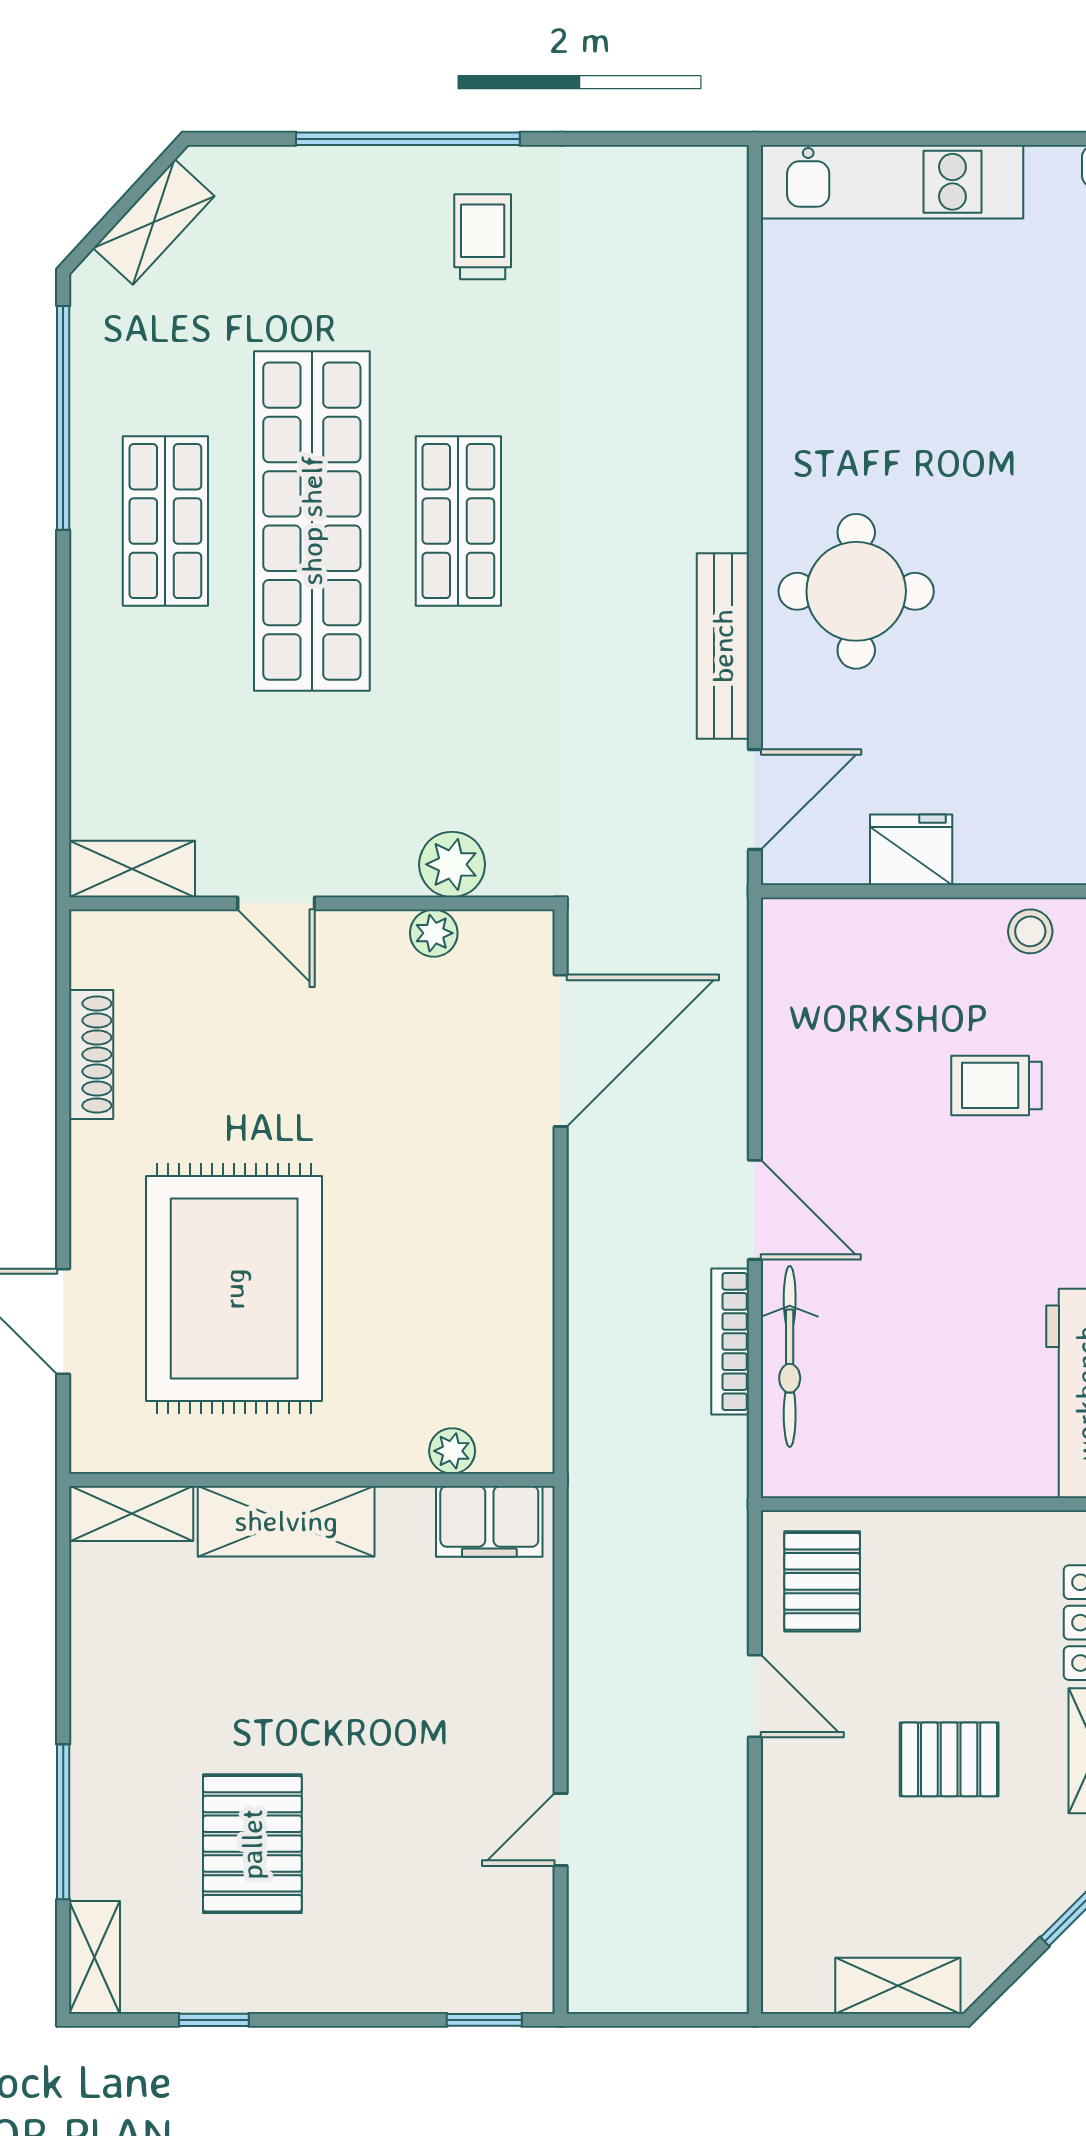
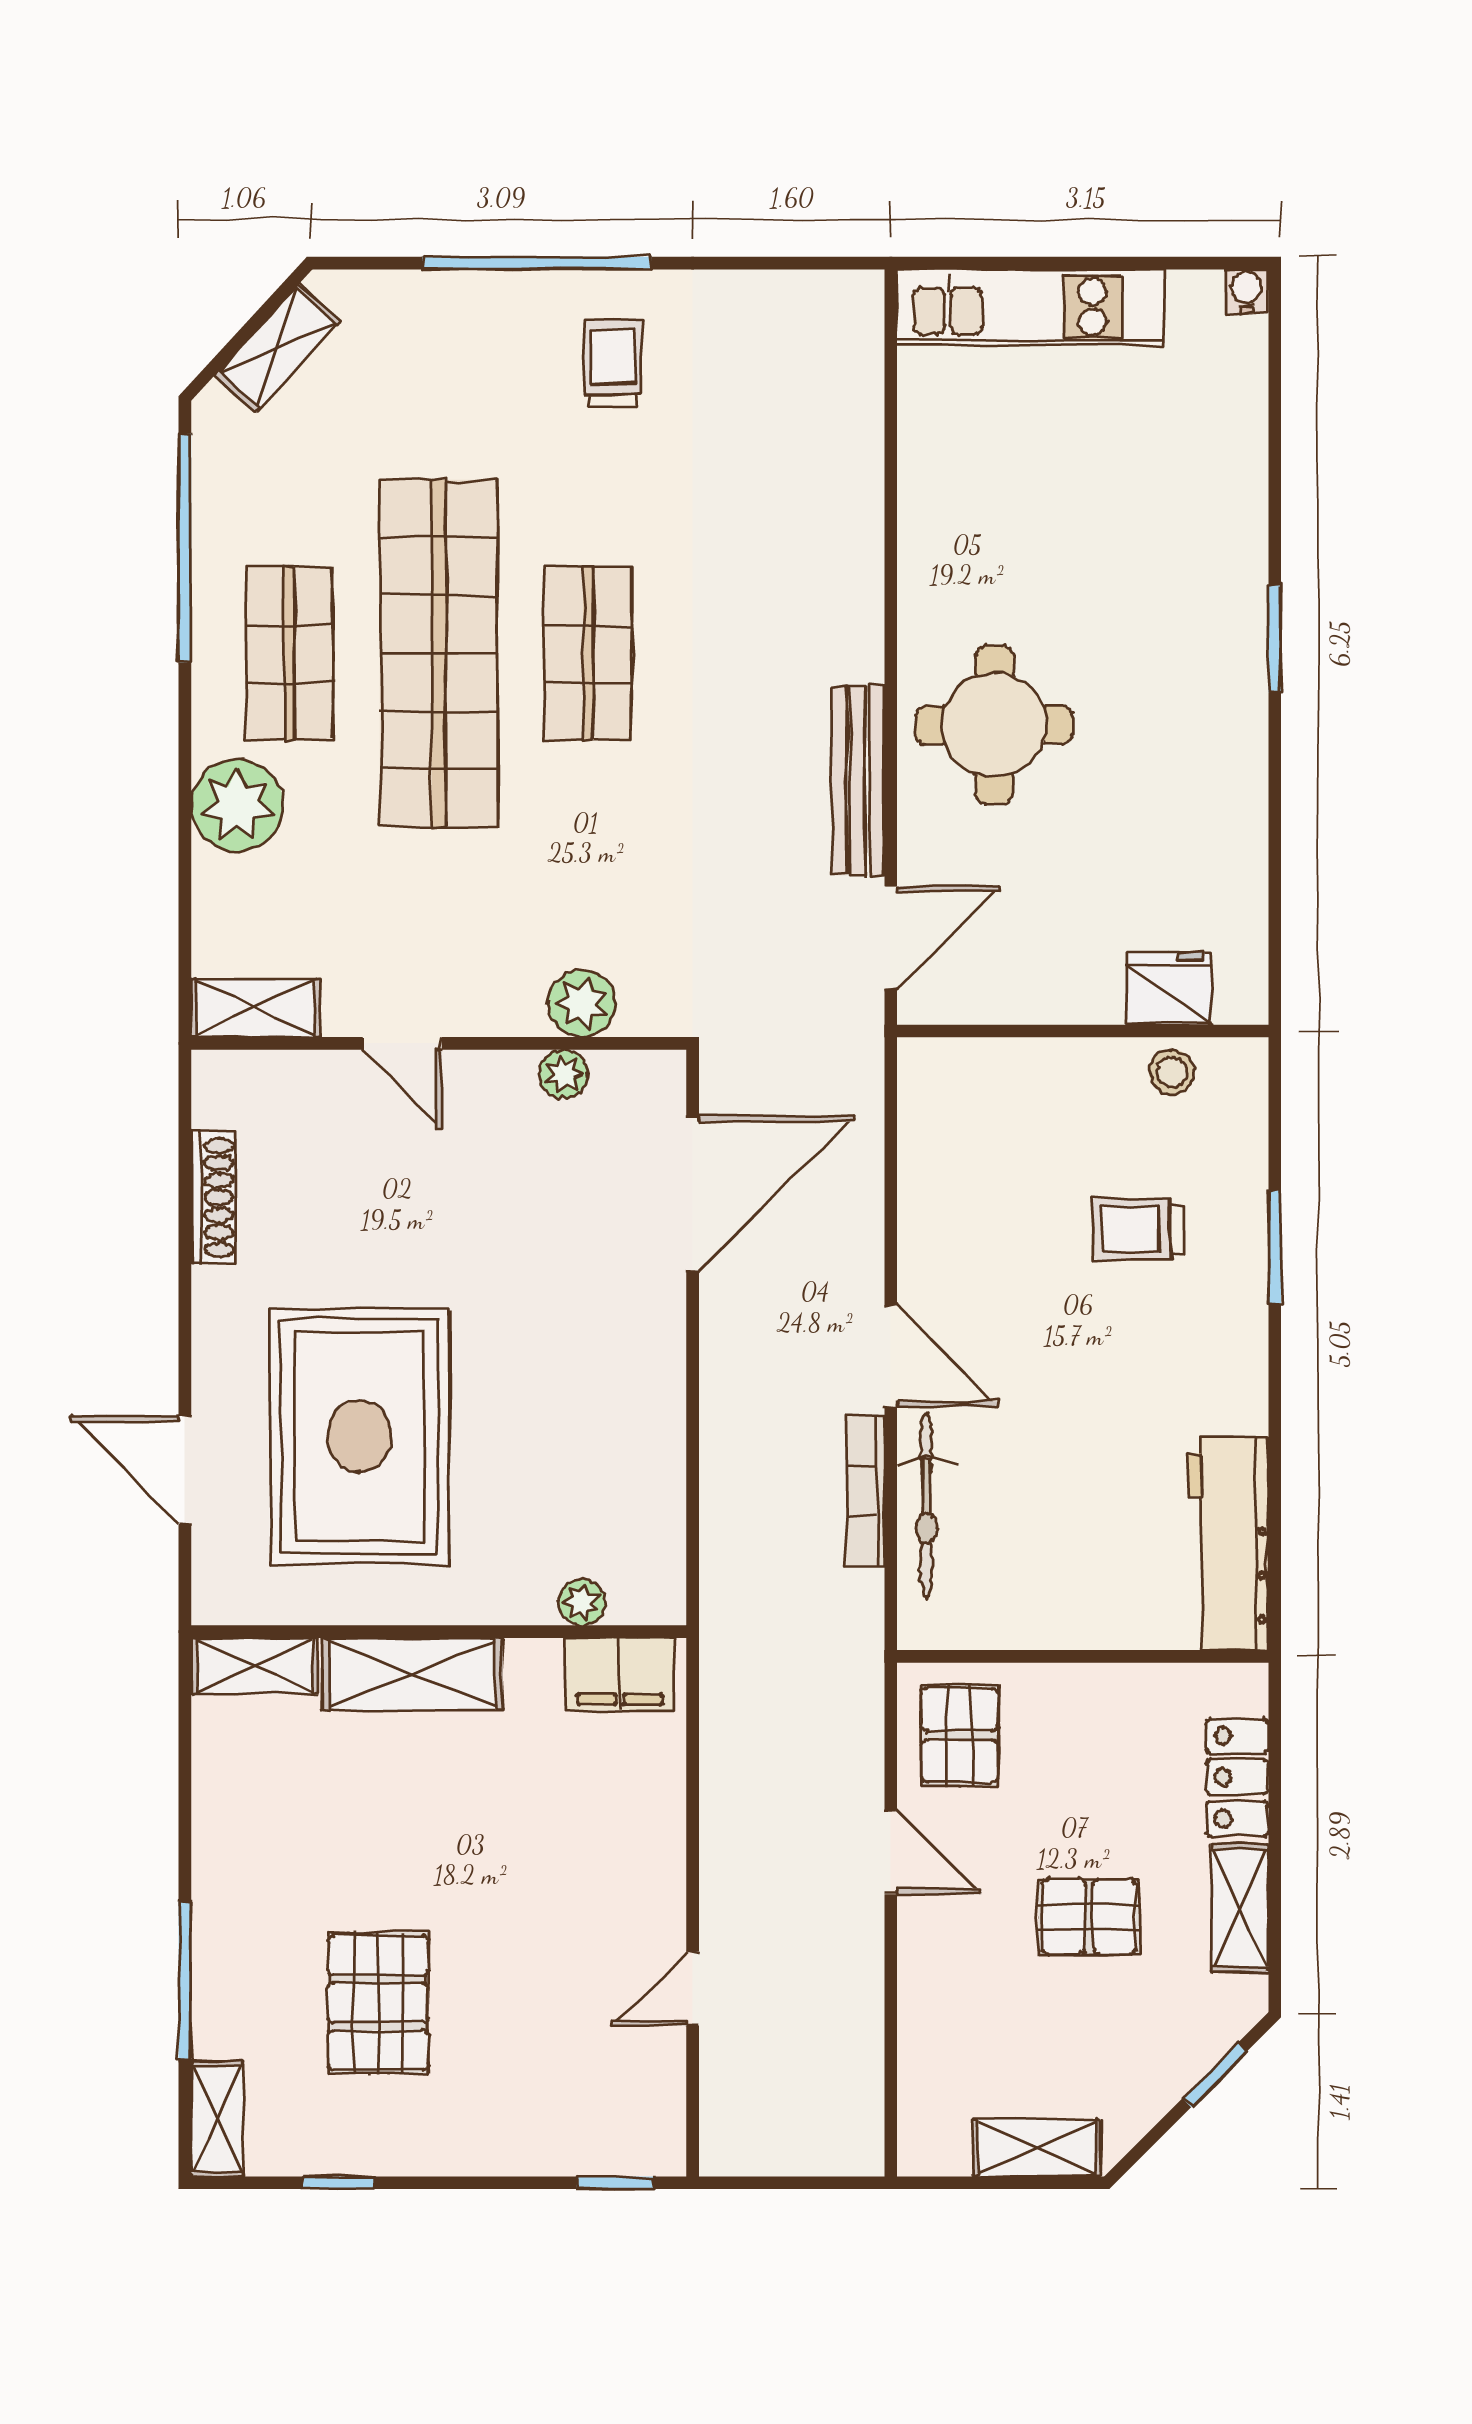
plant: (114, 670) -> (237, 805), added
fridge: (911, 850) -> (1169, 989), moved

